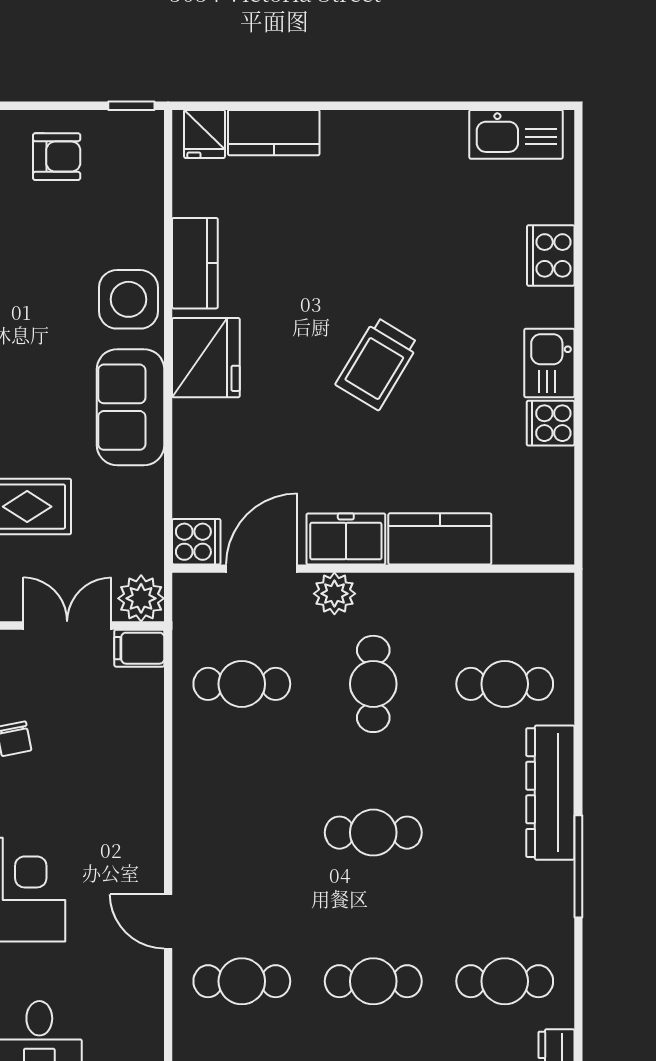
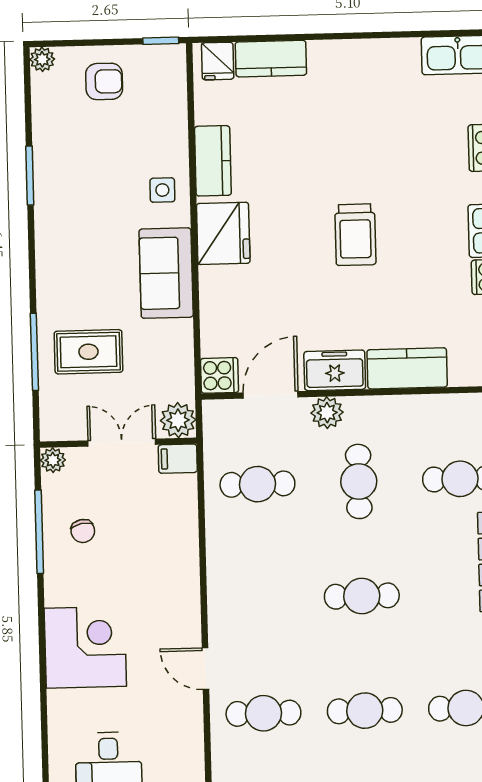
side table: (129, 299) -> (162, 190), width x0.54, depth x0.54
trolley: (377, 364) -> (355, 235), turned -31

